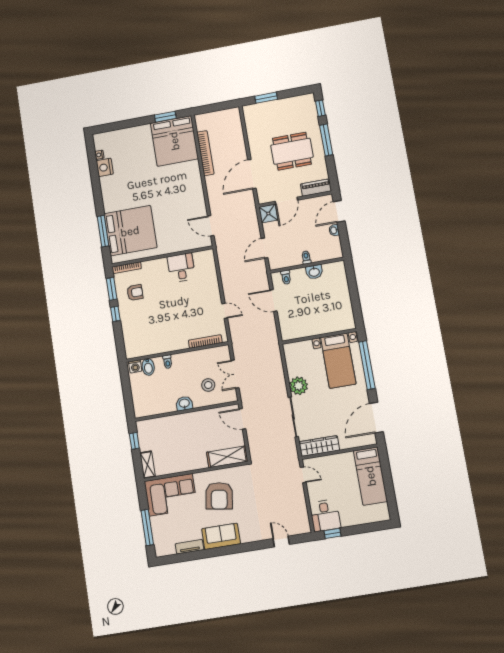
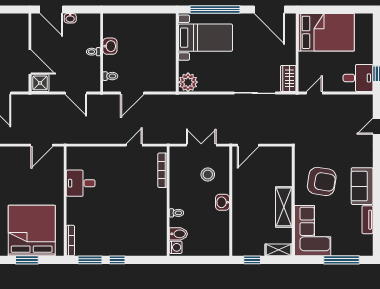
piano: (316, 188) -> (22, 29), removed
window: (103, 231) -> (27, 260), width x0.69
armchair: (135, 292) -> (98, 236), removed
double door: (235, 374) -> (201, 145), swing flipped
plant: (299, 386) -> (188, 82), moved
wardrobe: (319, 446) -> (288, 79), width x0.67
shelving: (227, 457) -> (284, 207), moved
bed: (370, 476) -> (326, 32), width x1.50

